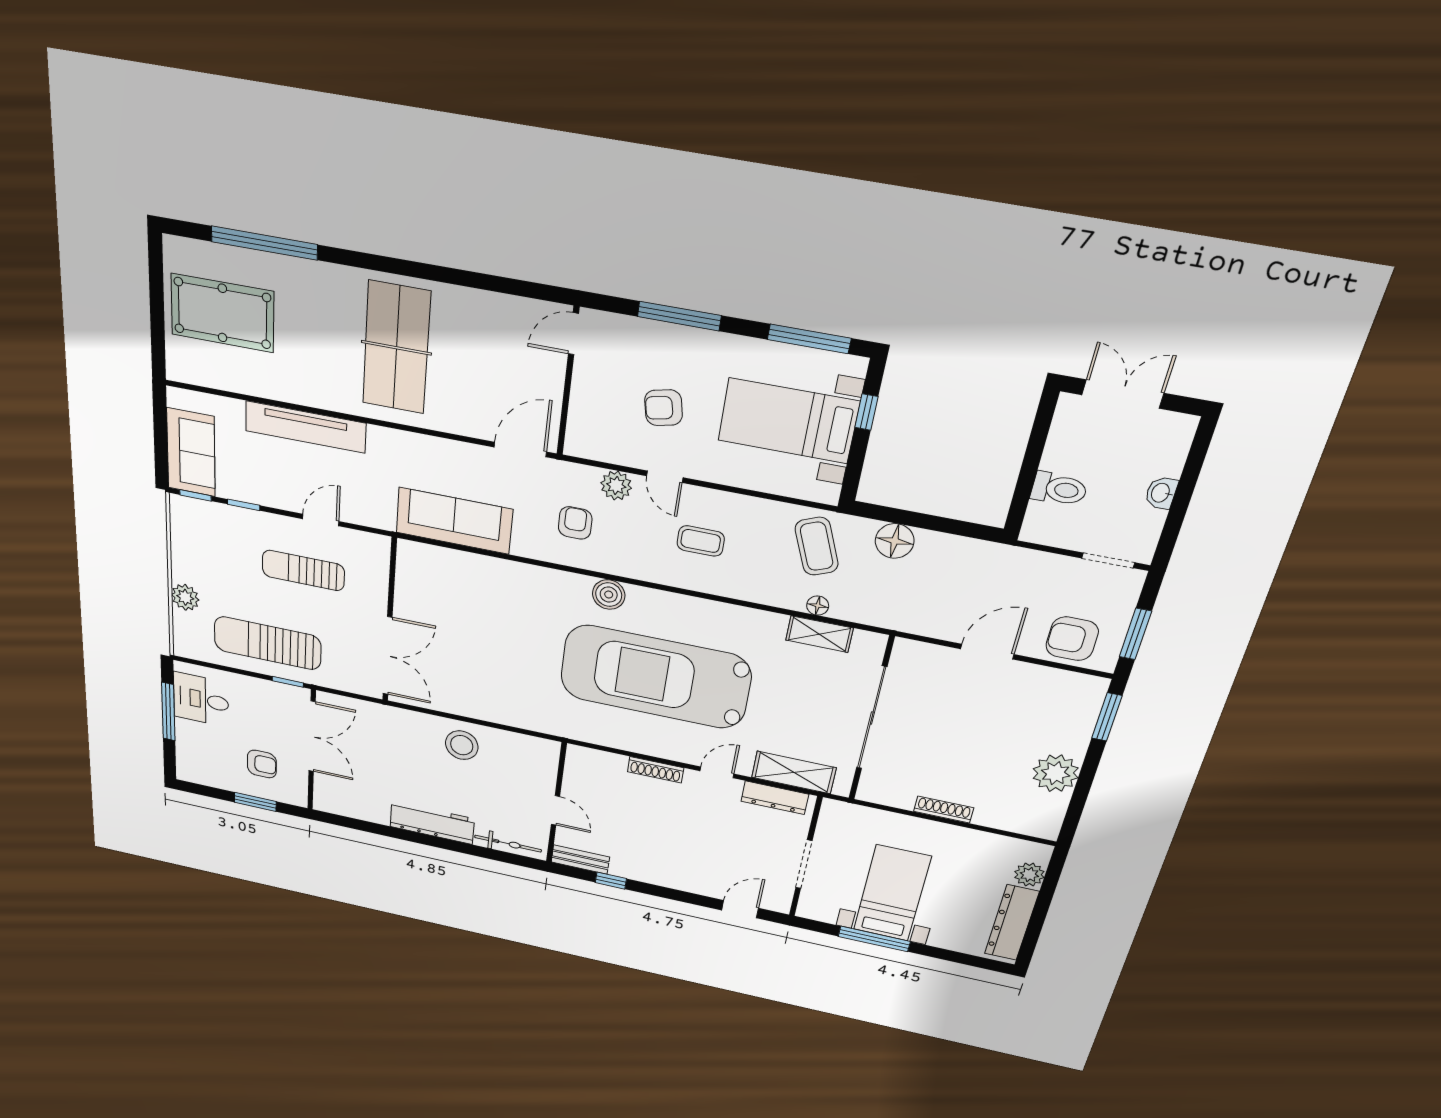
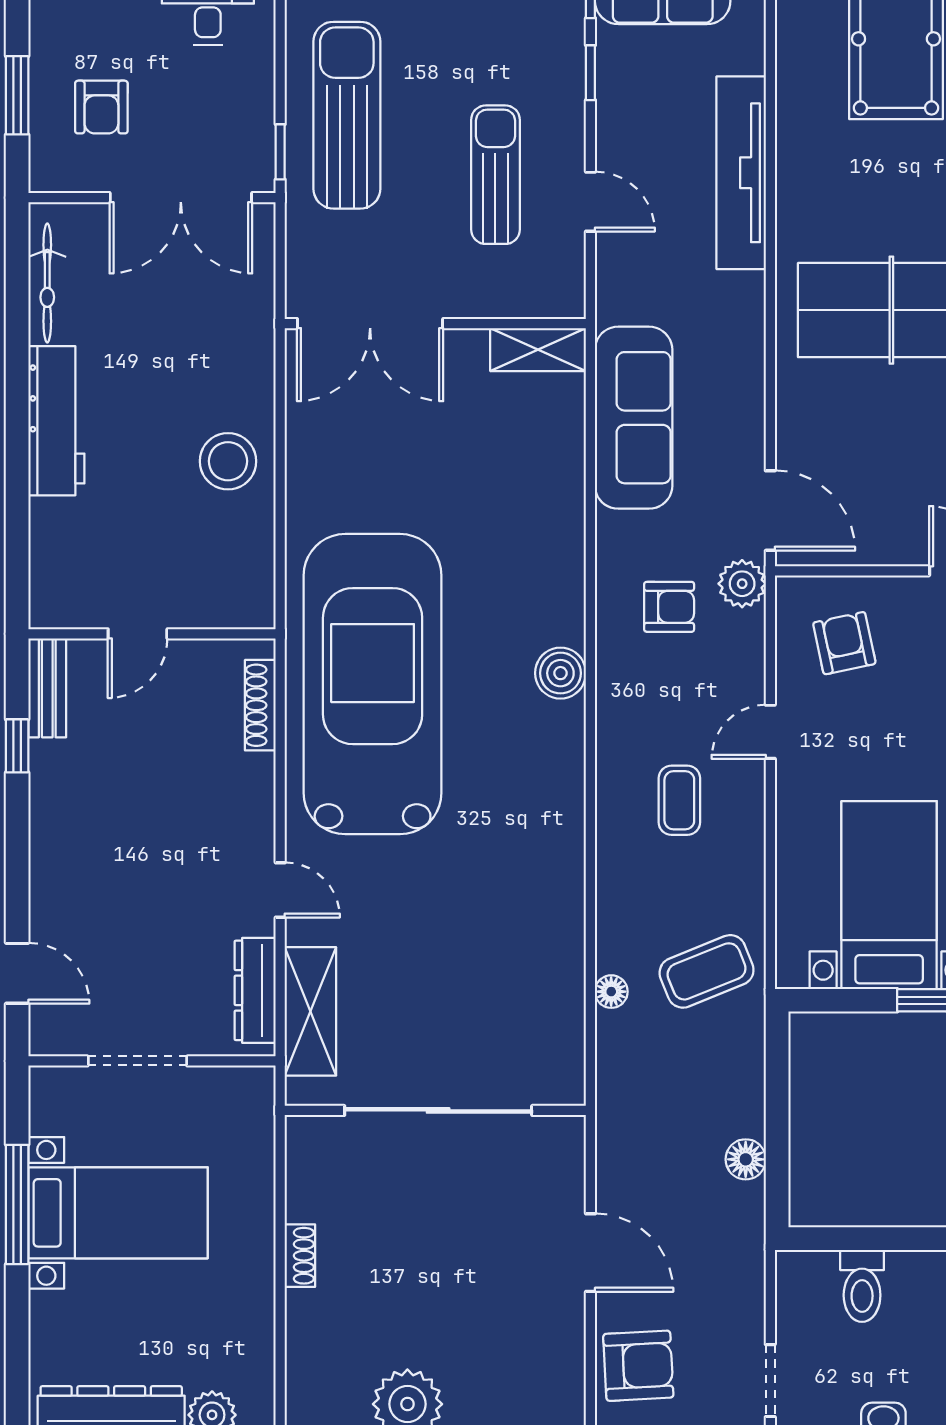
armchair: (663, 408) -> (844, 643), moved
plant: (616, 485) -> (742, 584), moved
floor lamp: (895, 541) -> (746, 1159), moved, width x0.73, depth x0.73
shelving: (819, 634) -> (538, 350), moved, turned 90
armchair: (1072, 639) -> (638, 1366), turned 87
car: (655, 677) -> (373, 684), moved
shoe rack: (656, 770) -> (260, 705), moved
shoe rack: (944, 810) -> (300, 1256), width x0.70
bicycle: (508, 844) -> (47, 283), moved

